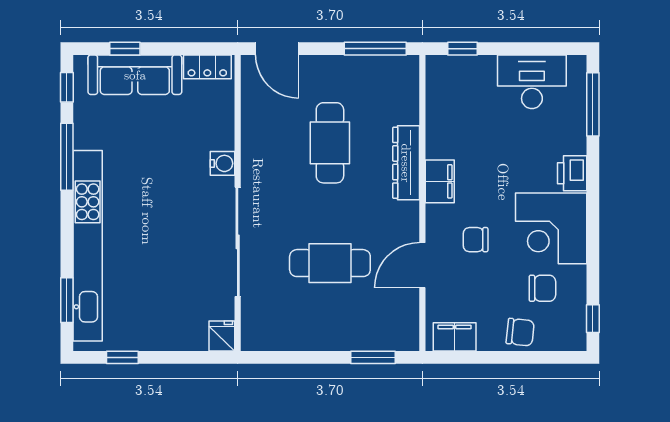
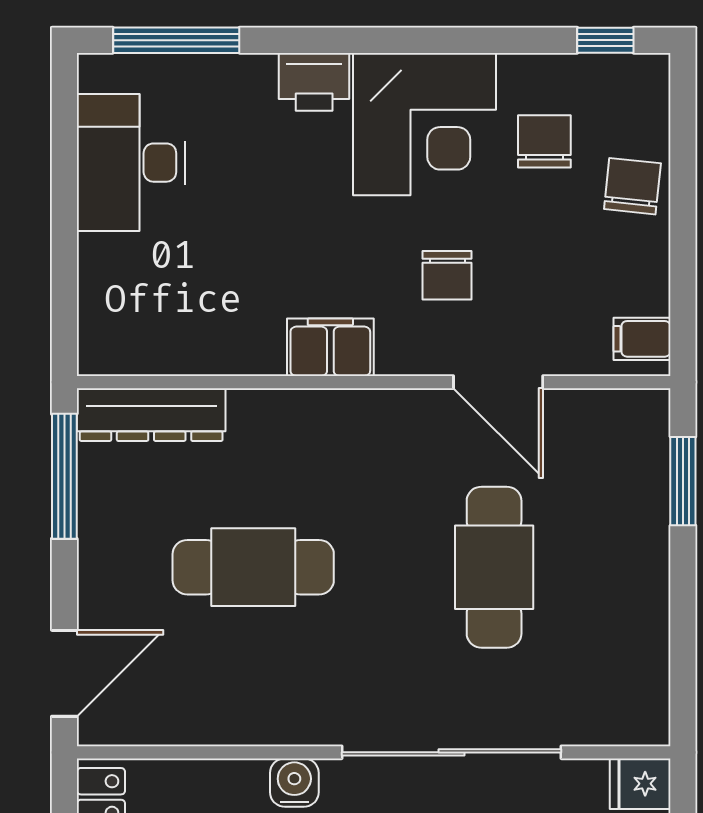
window: (462, 49) -> (64, 302), removed
dresser: (406, 163) -> (151, 415), moved
filing cabinet: (455, 337) -> (642, 339), width x0.50

